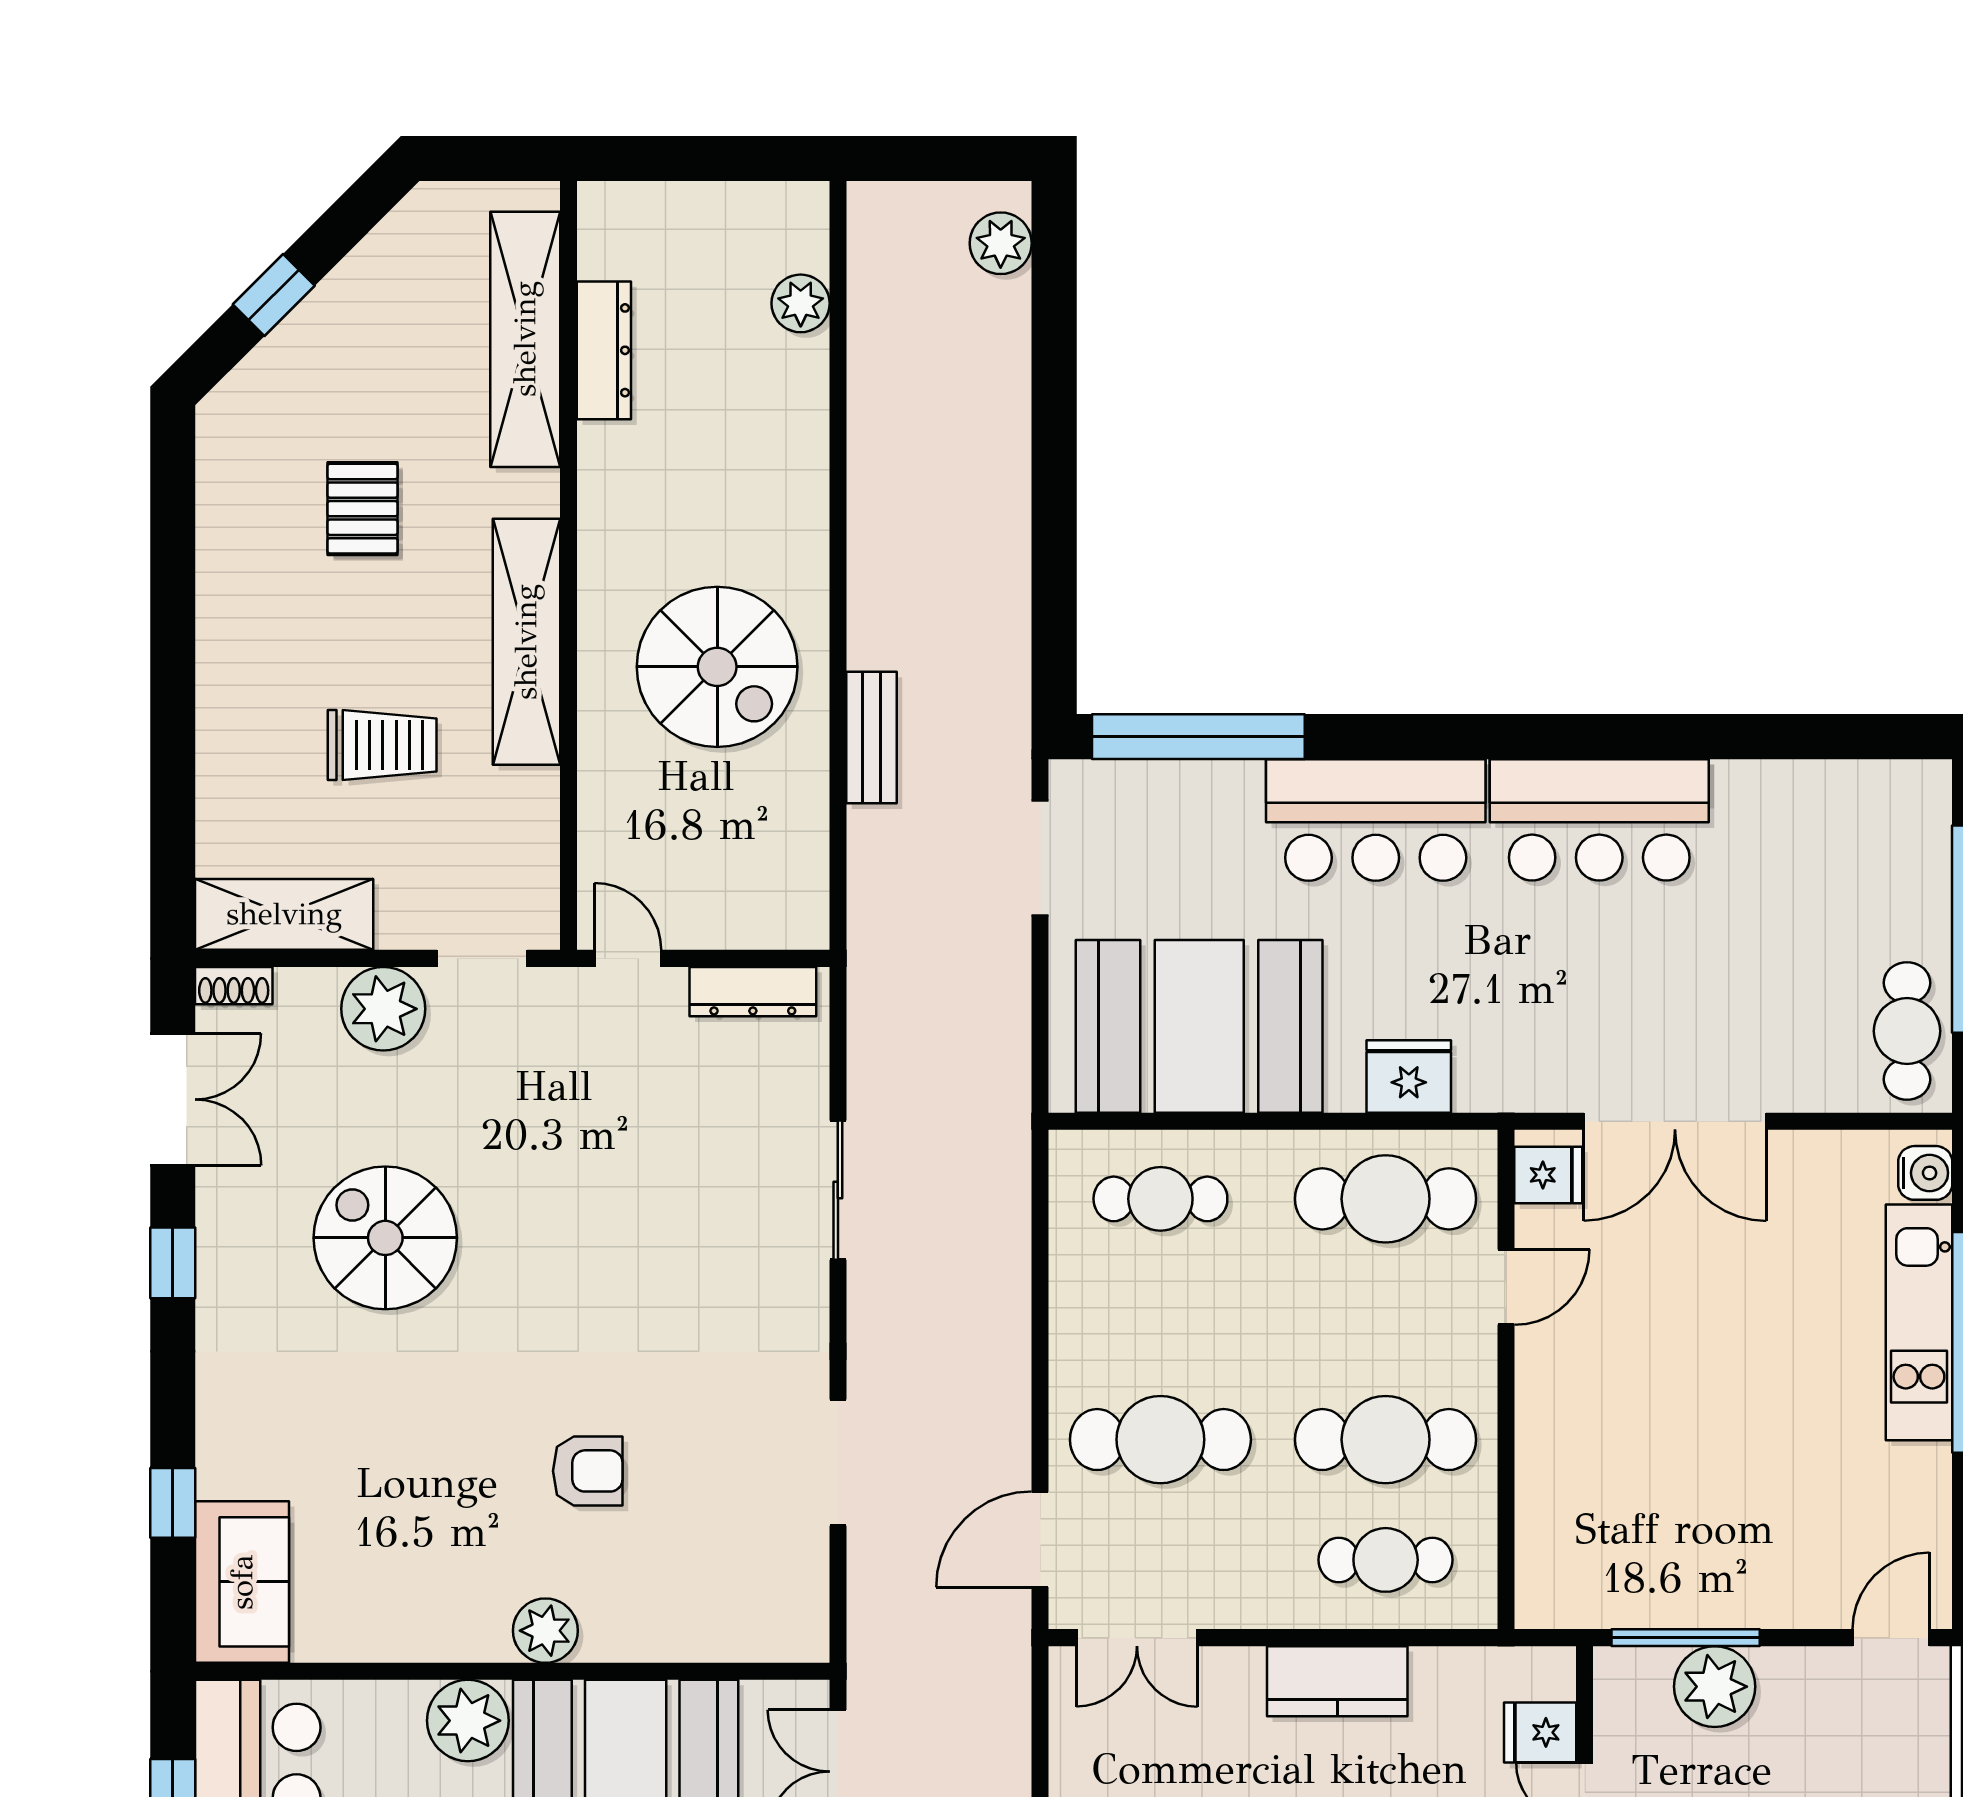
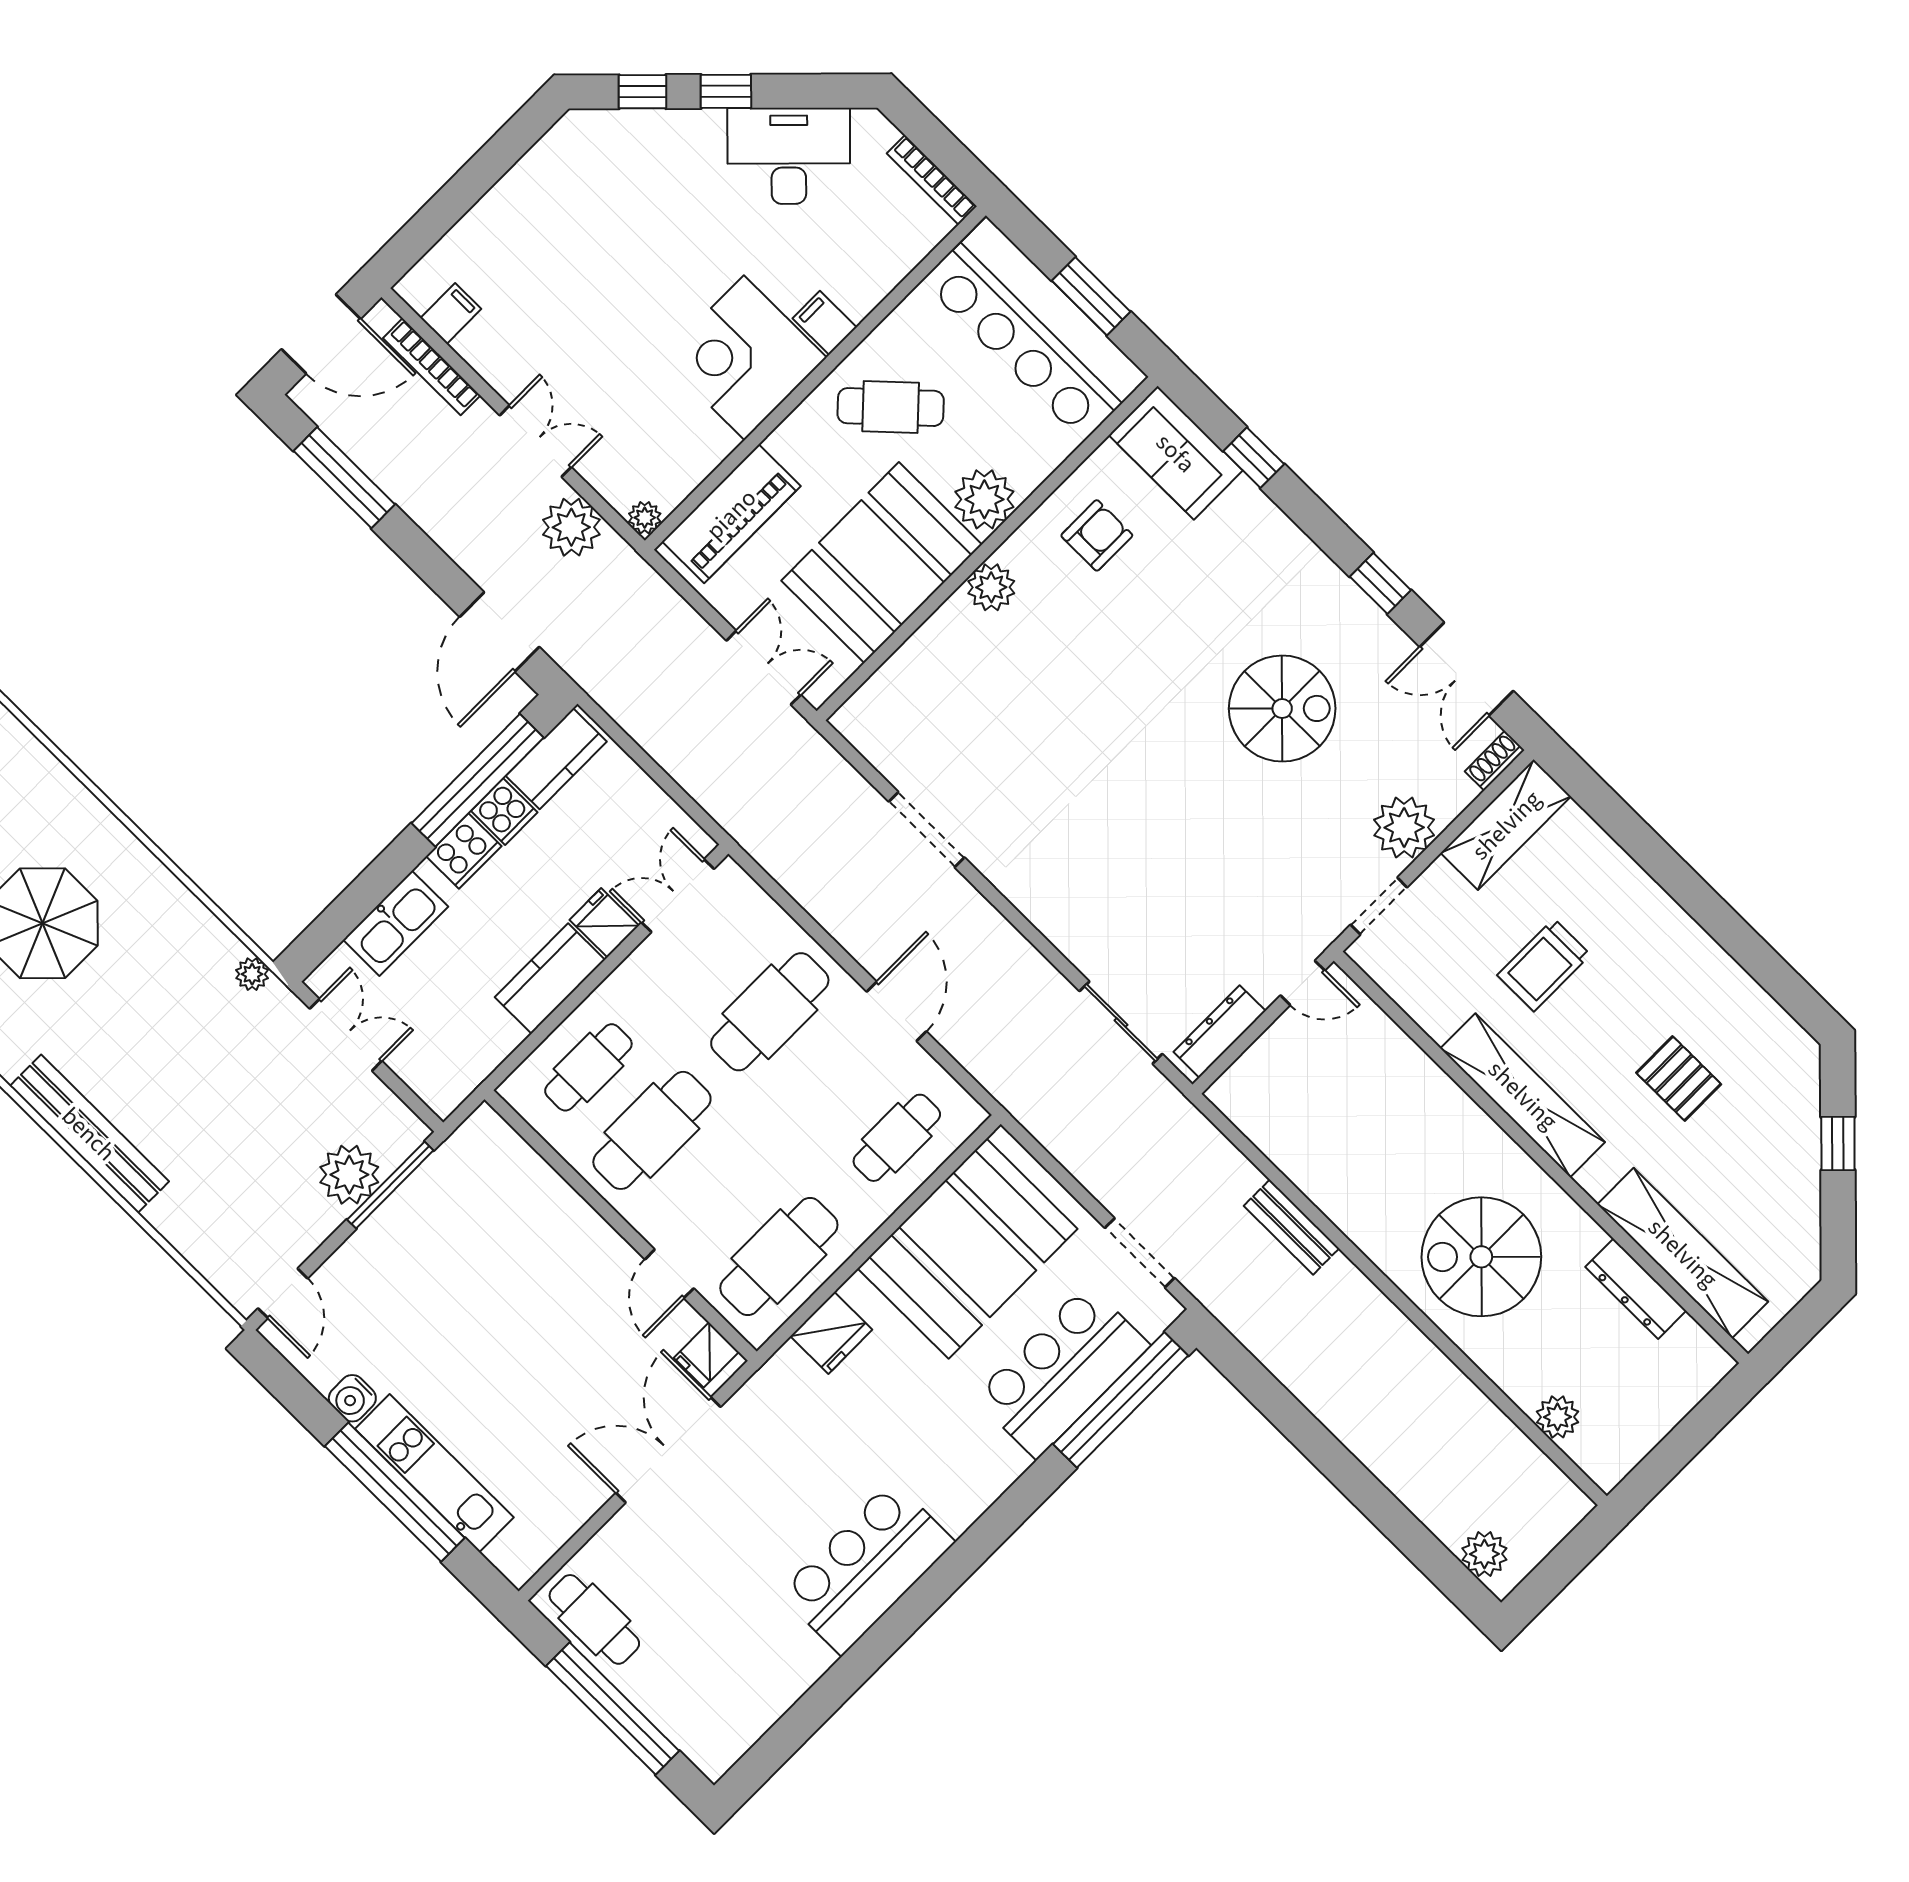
spiral stairs: (717, 667) -> (1481, 1257), moved
bar counter: (1376, 820) -> (1062, 1371), moved
water cooler: (1925, 1173) -> (352, 1398), moved
sliding door: (838, 1190) -> (1121, 1023), moved
armchair: (588, 1471) -> (1097, 535), moved, turned 180
door: (1040, 1539) -> (897, 1011), moved
fridge: (1540, 1732) -> (604, 923), moved, turned -90

